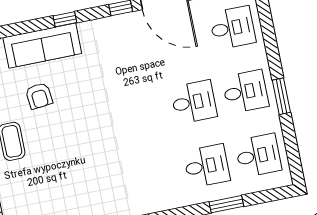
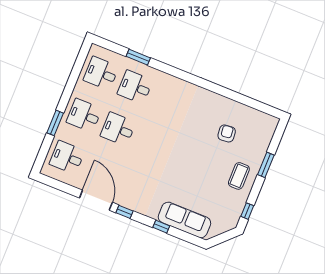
armchair: (39, 96) -> (227, 133), moved
window: (281, 96) -> (55, 123), moved

